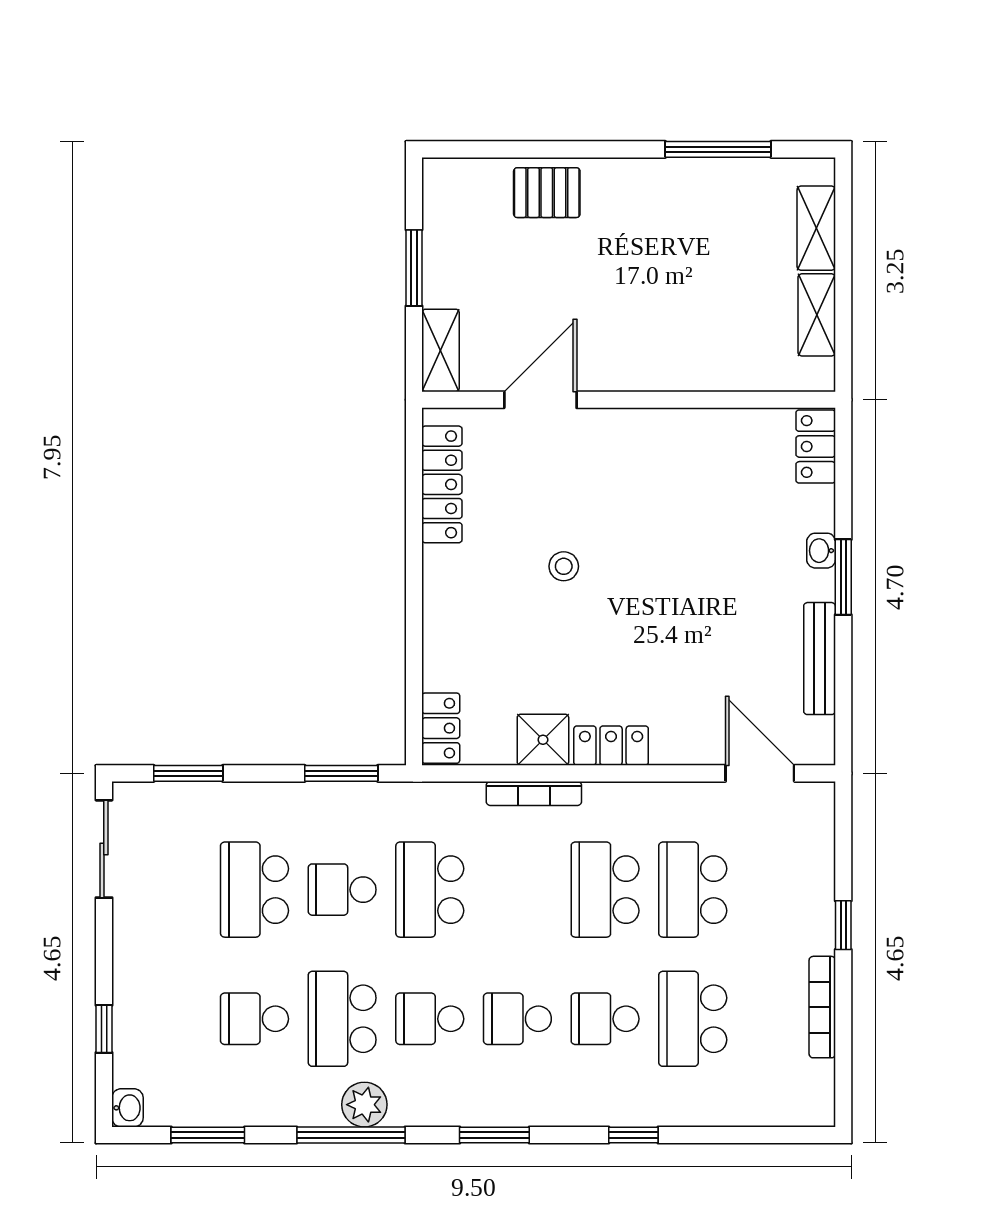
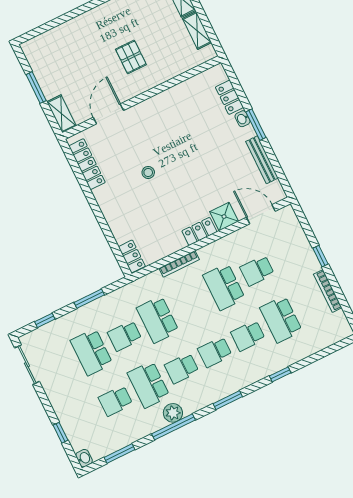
pallet: (547, 193) -> (131, 57), moved, turned 90
locker: (816, 446) -> (229, 97), moved
shower: (543, 740) -> (224, 217), moved
window: (188, 773) -> (45, 320), width x0.67
window: (341, 773) -> (89, 299), moved
school desk: (693, 890) -> (257, 271), width x0.54

